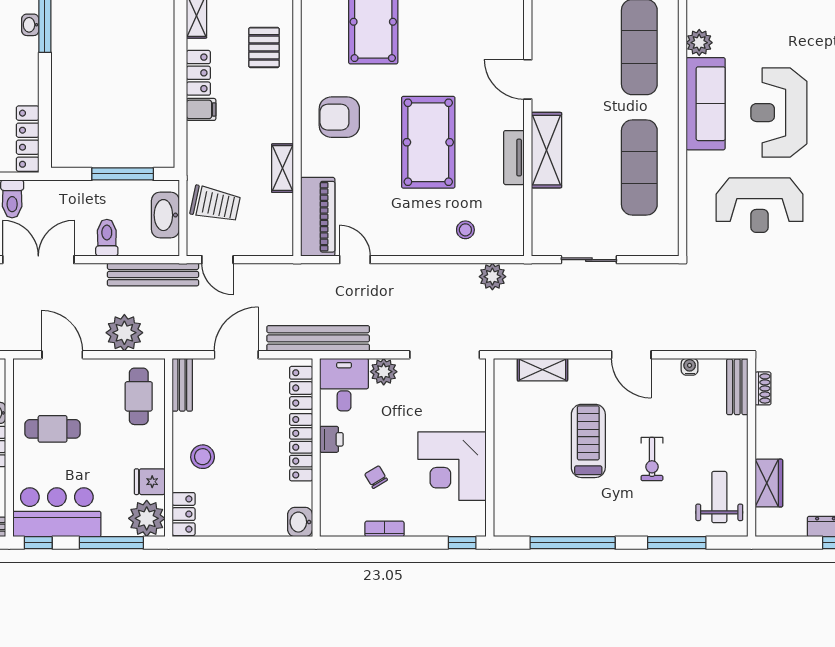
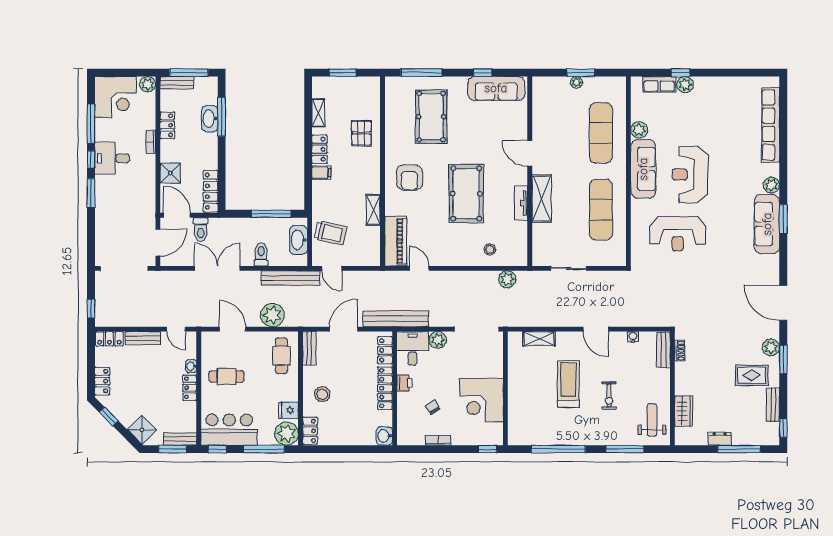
washbasin: (30, 25) -> (210, 119), width x1.91, depth x1.45
armchair: (339, 117) -> (409, 177), turned -90

